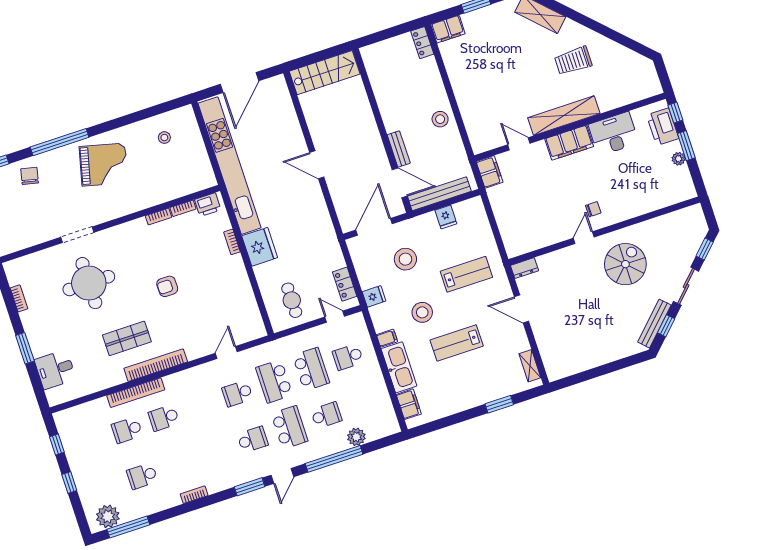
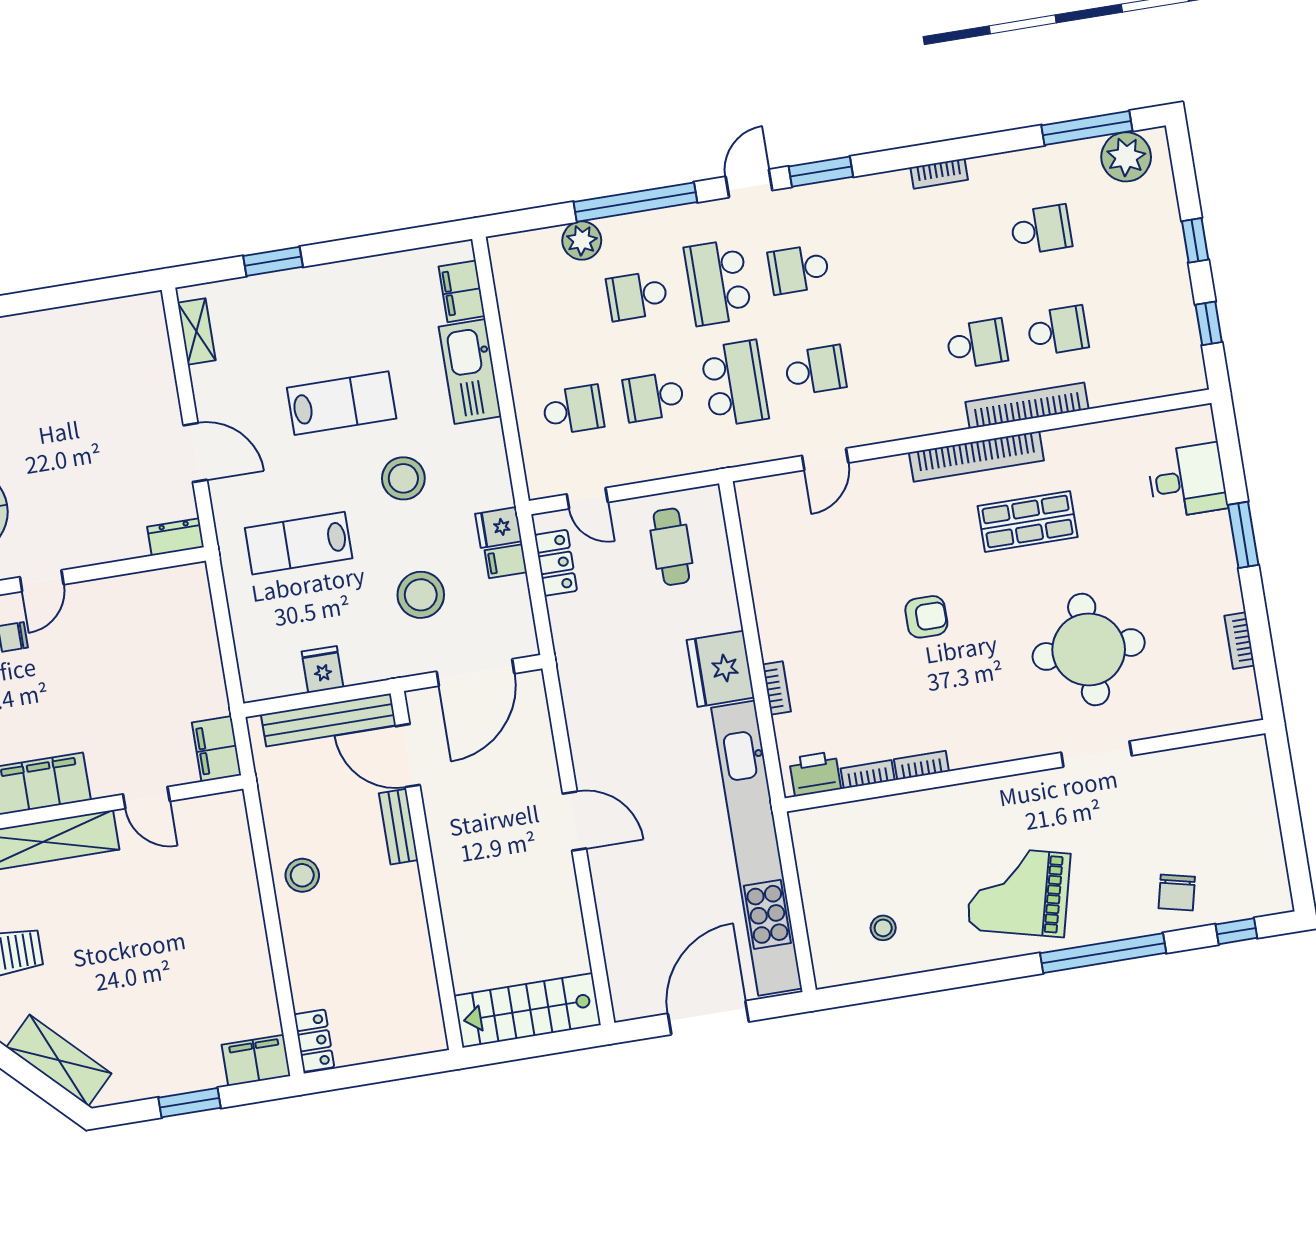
filing cabinet: (387, 338) -> (506, 561), moved
school desk: (311, 369) -> (654, 397), width x0.54

